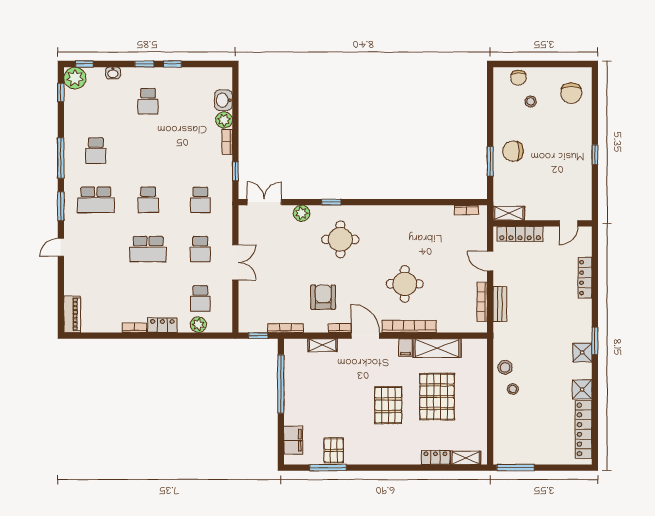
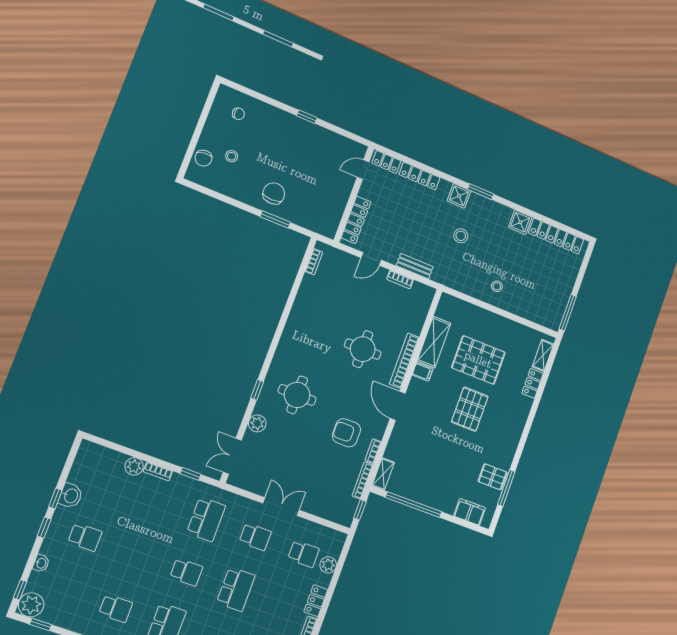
chair: (518, 78) -> (203, 158), turned 83
chair: (571, 93) -> (238, 114), width x0.54, depth x0.54
washbasin: (224, 100) -> (71, 496), moved, turned -90
chair: (513, 151) -> (274, 193), turned 180
school desk: (200, 200) -> (206, 519), width x1.85
shelving: (509, 213) -> (332, 222), removed
door: (569, 223) -> (363, 170), swing flipped
locker: (585, 242) -> (386, 162), added
bookcase: (482, 302) -> (400, 279), width x0.64
bookcase: (340, 328) -> (373, 451), moved
door: (365, 336) -> (398, 406), hinge flipped
shelving: (323, 345) -> (383, 474), moved
shower: (582, 353) -> (459, 196), moved
stool: (505, 367) -> (461, 236), moved
pallet: (388, 405) -> (470, 409), turned 90

